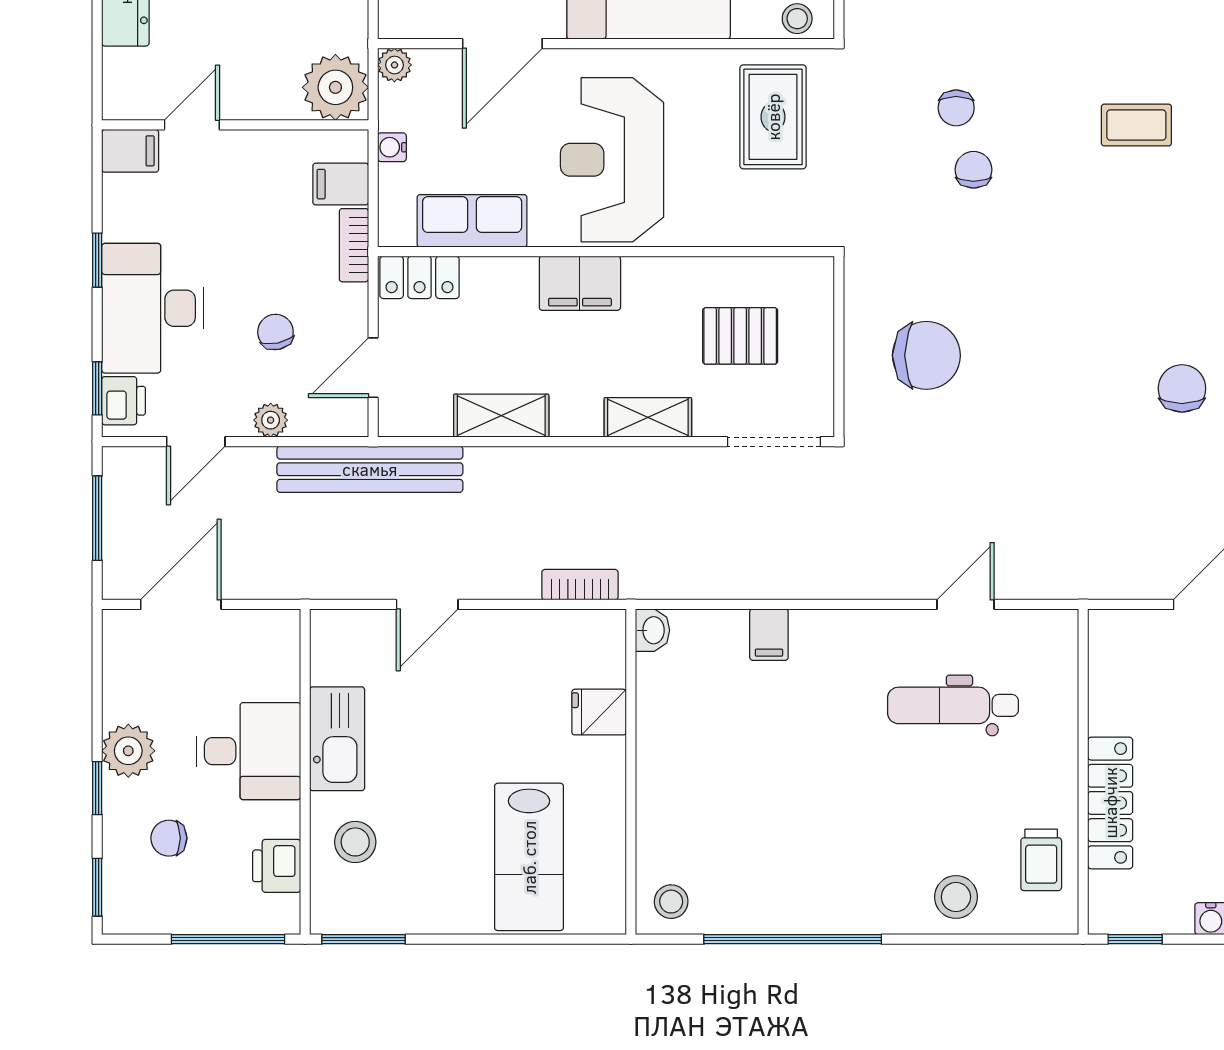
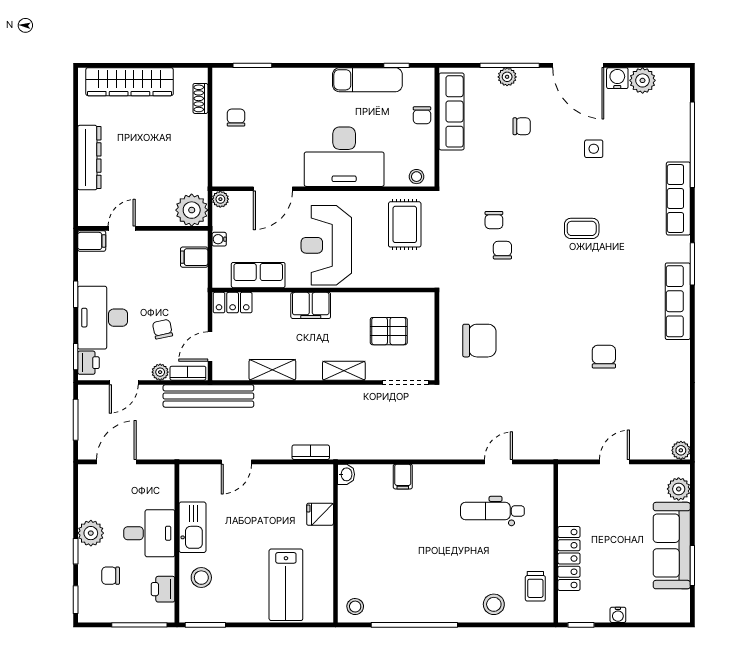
bookcase: (354, 245) -> (188, 373), moved, turned 90

